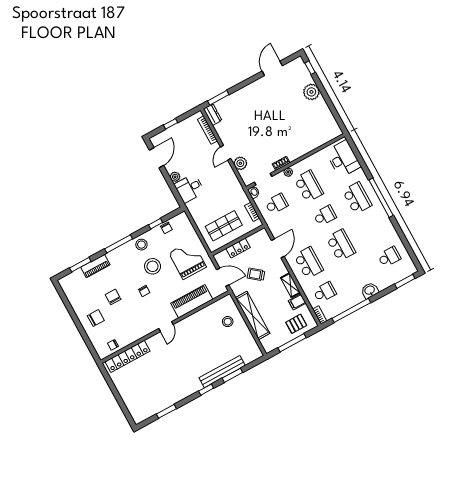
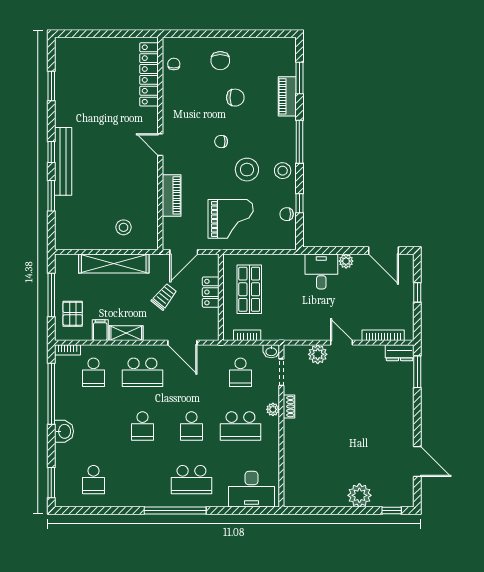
school desk: (341, 245) -> (142, 426), width x0.54
piano: (192, 301) -> (172, 195), width x0.73, depth x0.75
bench: (222, 372) -> (63, 161), moved

